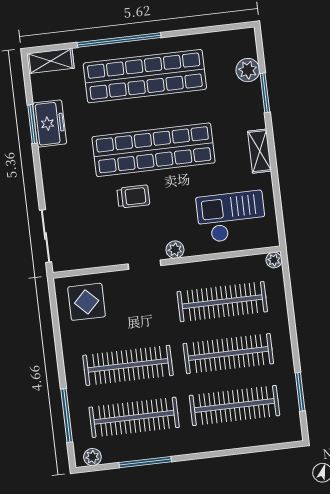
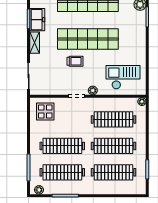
shelving: (260, 151) -> (35, 43), moved

